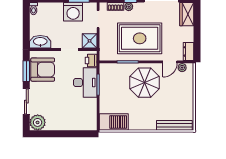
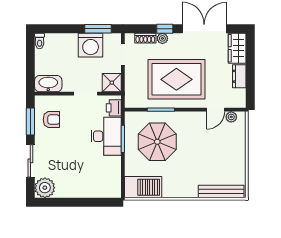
dresser: (188, 51) -> (239, 76), moved
armchair: (43, 70) -> (51, 120), width x0.53, depth x0.53
parasol: (145, 83) -> (157, 142), moved

